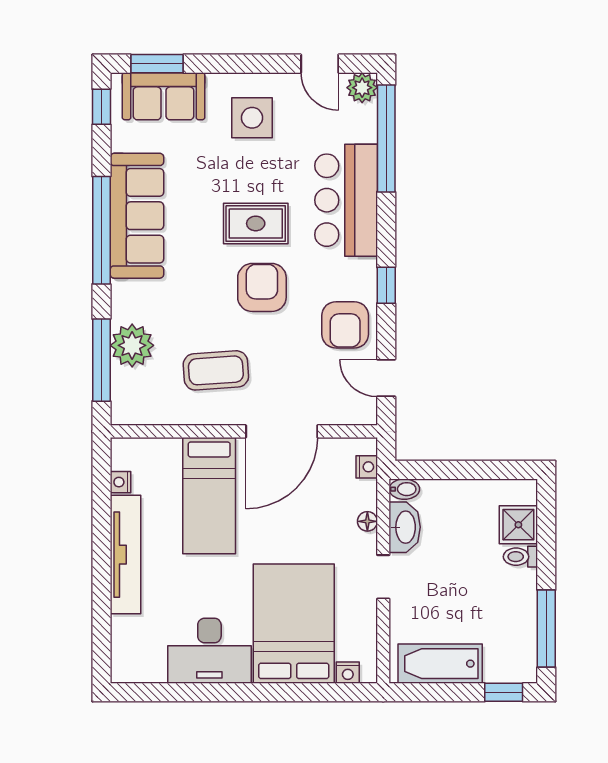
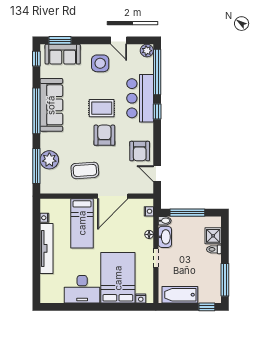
door: (320, 64) -> (119, 40), moved
window: (386, 285) -> (157, 111), moved
window: (458, 470) -> (187, 213), added

